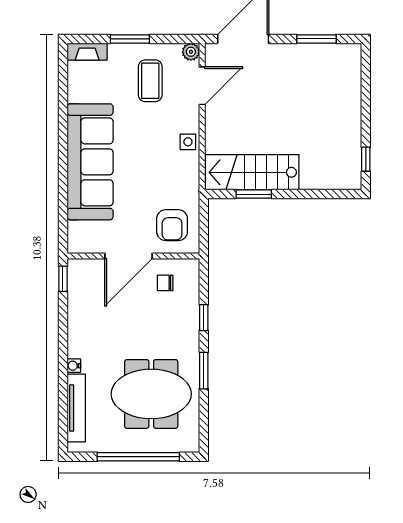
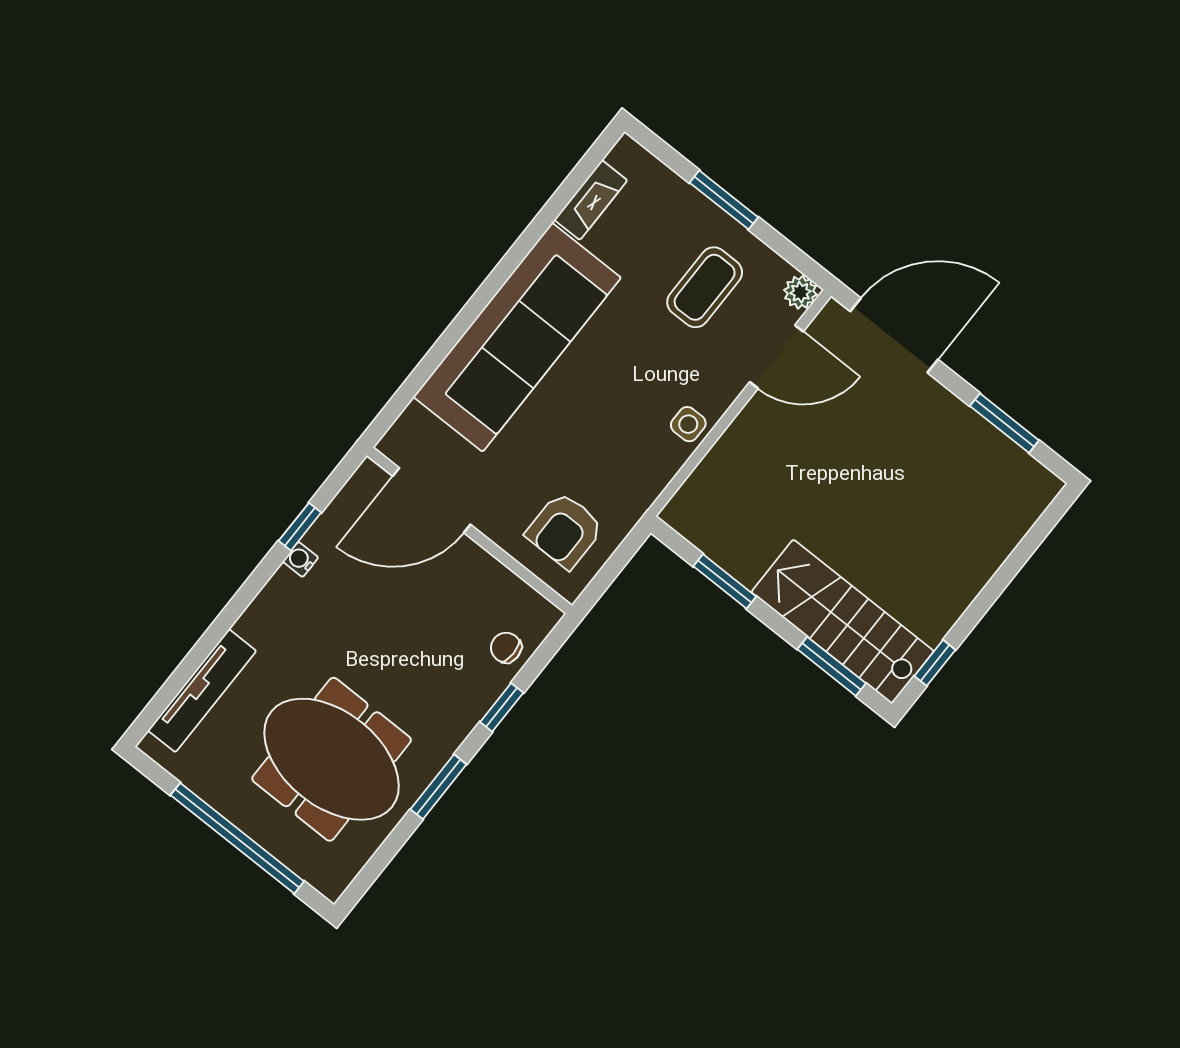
fireplace: (87, 52) -> (591, 200), moved, turned -90
stairs: (252, 172) -> (843, 622), moved
window: (325, 194) -> (832, 666), added
door: (129, 256) -> (432, 500), moved
window: (63, 279) -> (300, 527), moved
chair: (165, 283) -> (506, 648), moved
water cooler: (74, 366) -> (300, 559), moved

